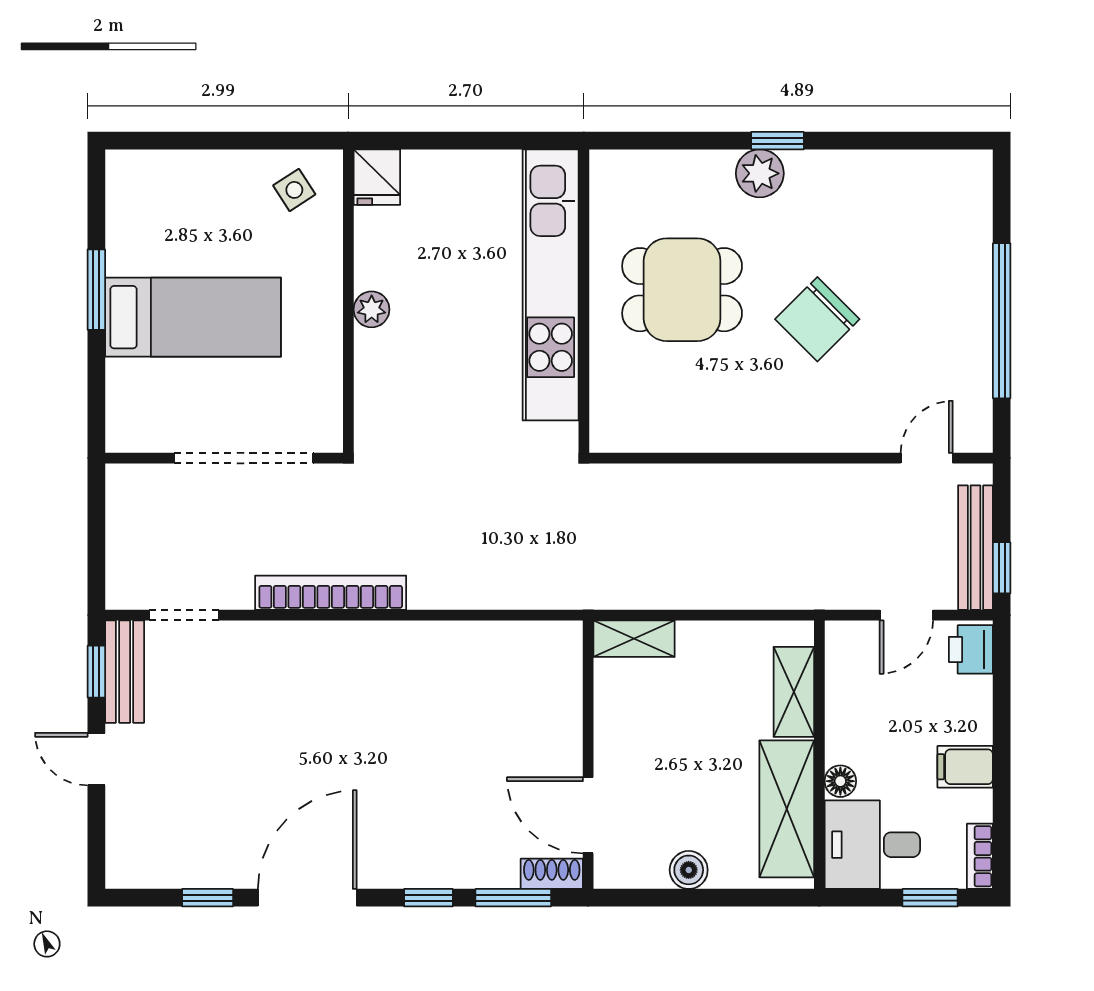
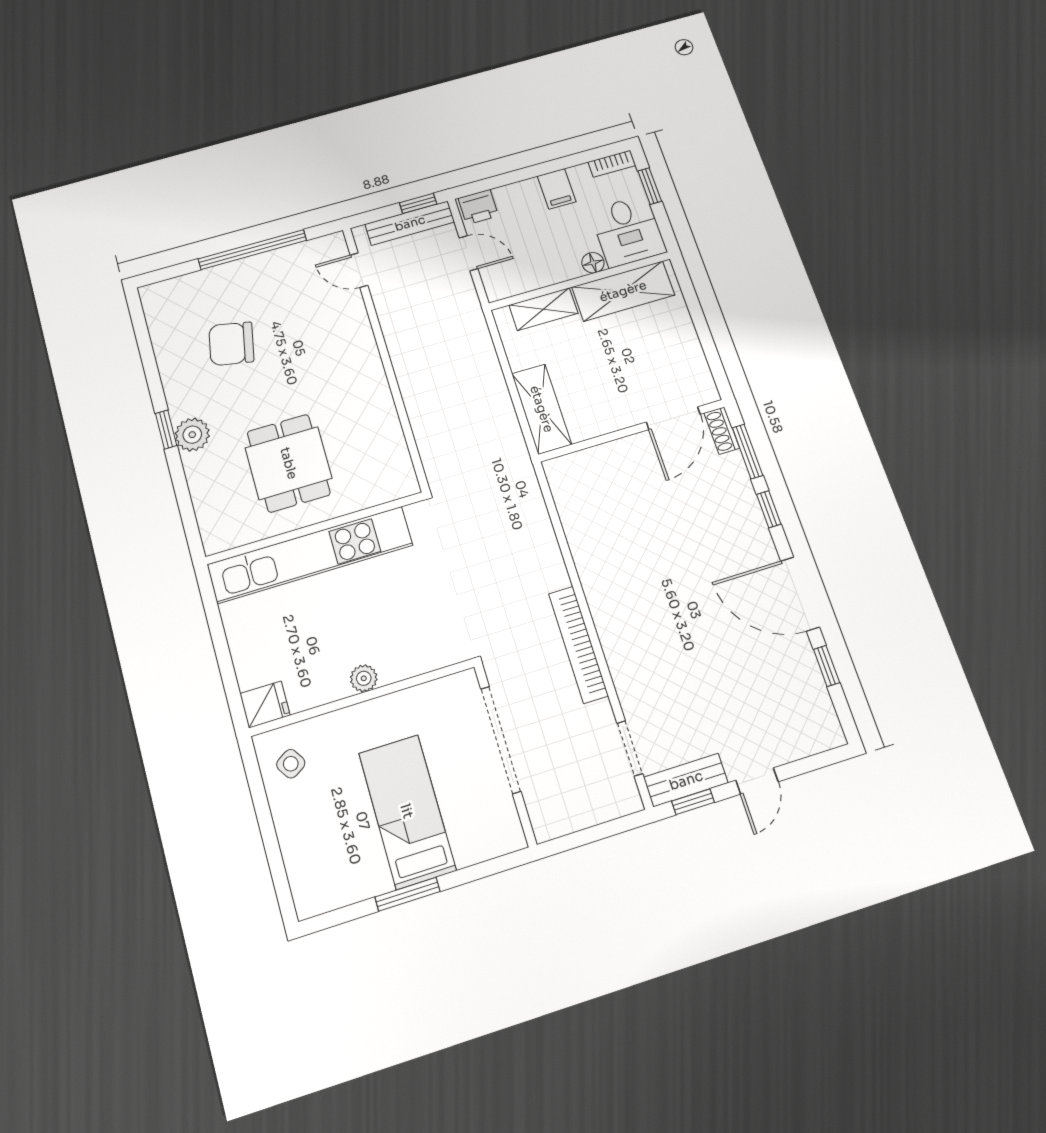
chair: (817, 319) -> (231, 344), moved, turned 146
shelving: (634, 639) -> (542, 409), width x1.50, depth x1.33
boiler: (689, 870) -> (686, 342), removed

